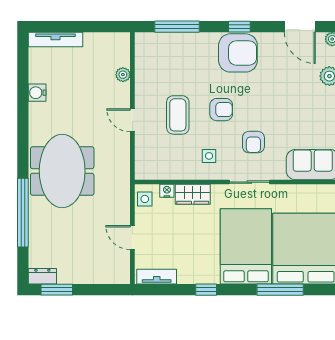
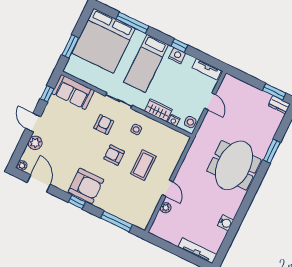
armchair: (238, 53) -> (86, 186), turned 180
door: (132, 120) -> (168, 188), moved
window: (23, 213) -> (272, 151), width x0.47
bed: (246, 246) -> (146, 63), width x0.67
nightstand: (203, 276) -> (177, 56), added

